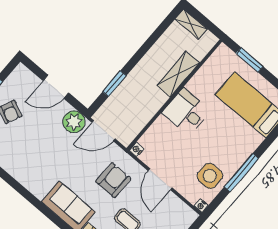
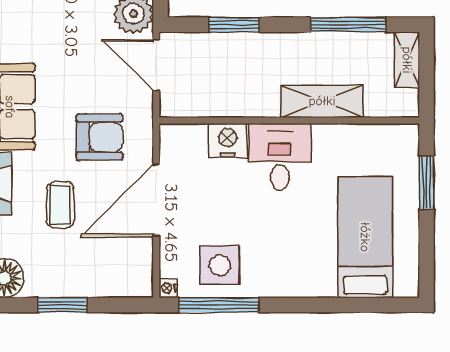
window: (155, 36) -> (348, 25), added
nightstand: (136, 150) -> (227, 140), moved, width x1.89, depth x1.79
window: (241, 173) -> (219, 305), moved
door: (160, 179) -> (156, 200), width x1.36

